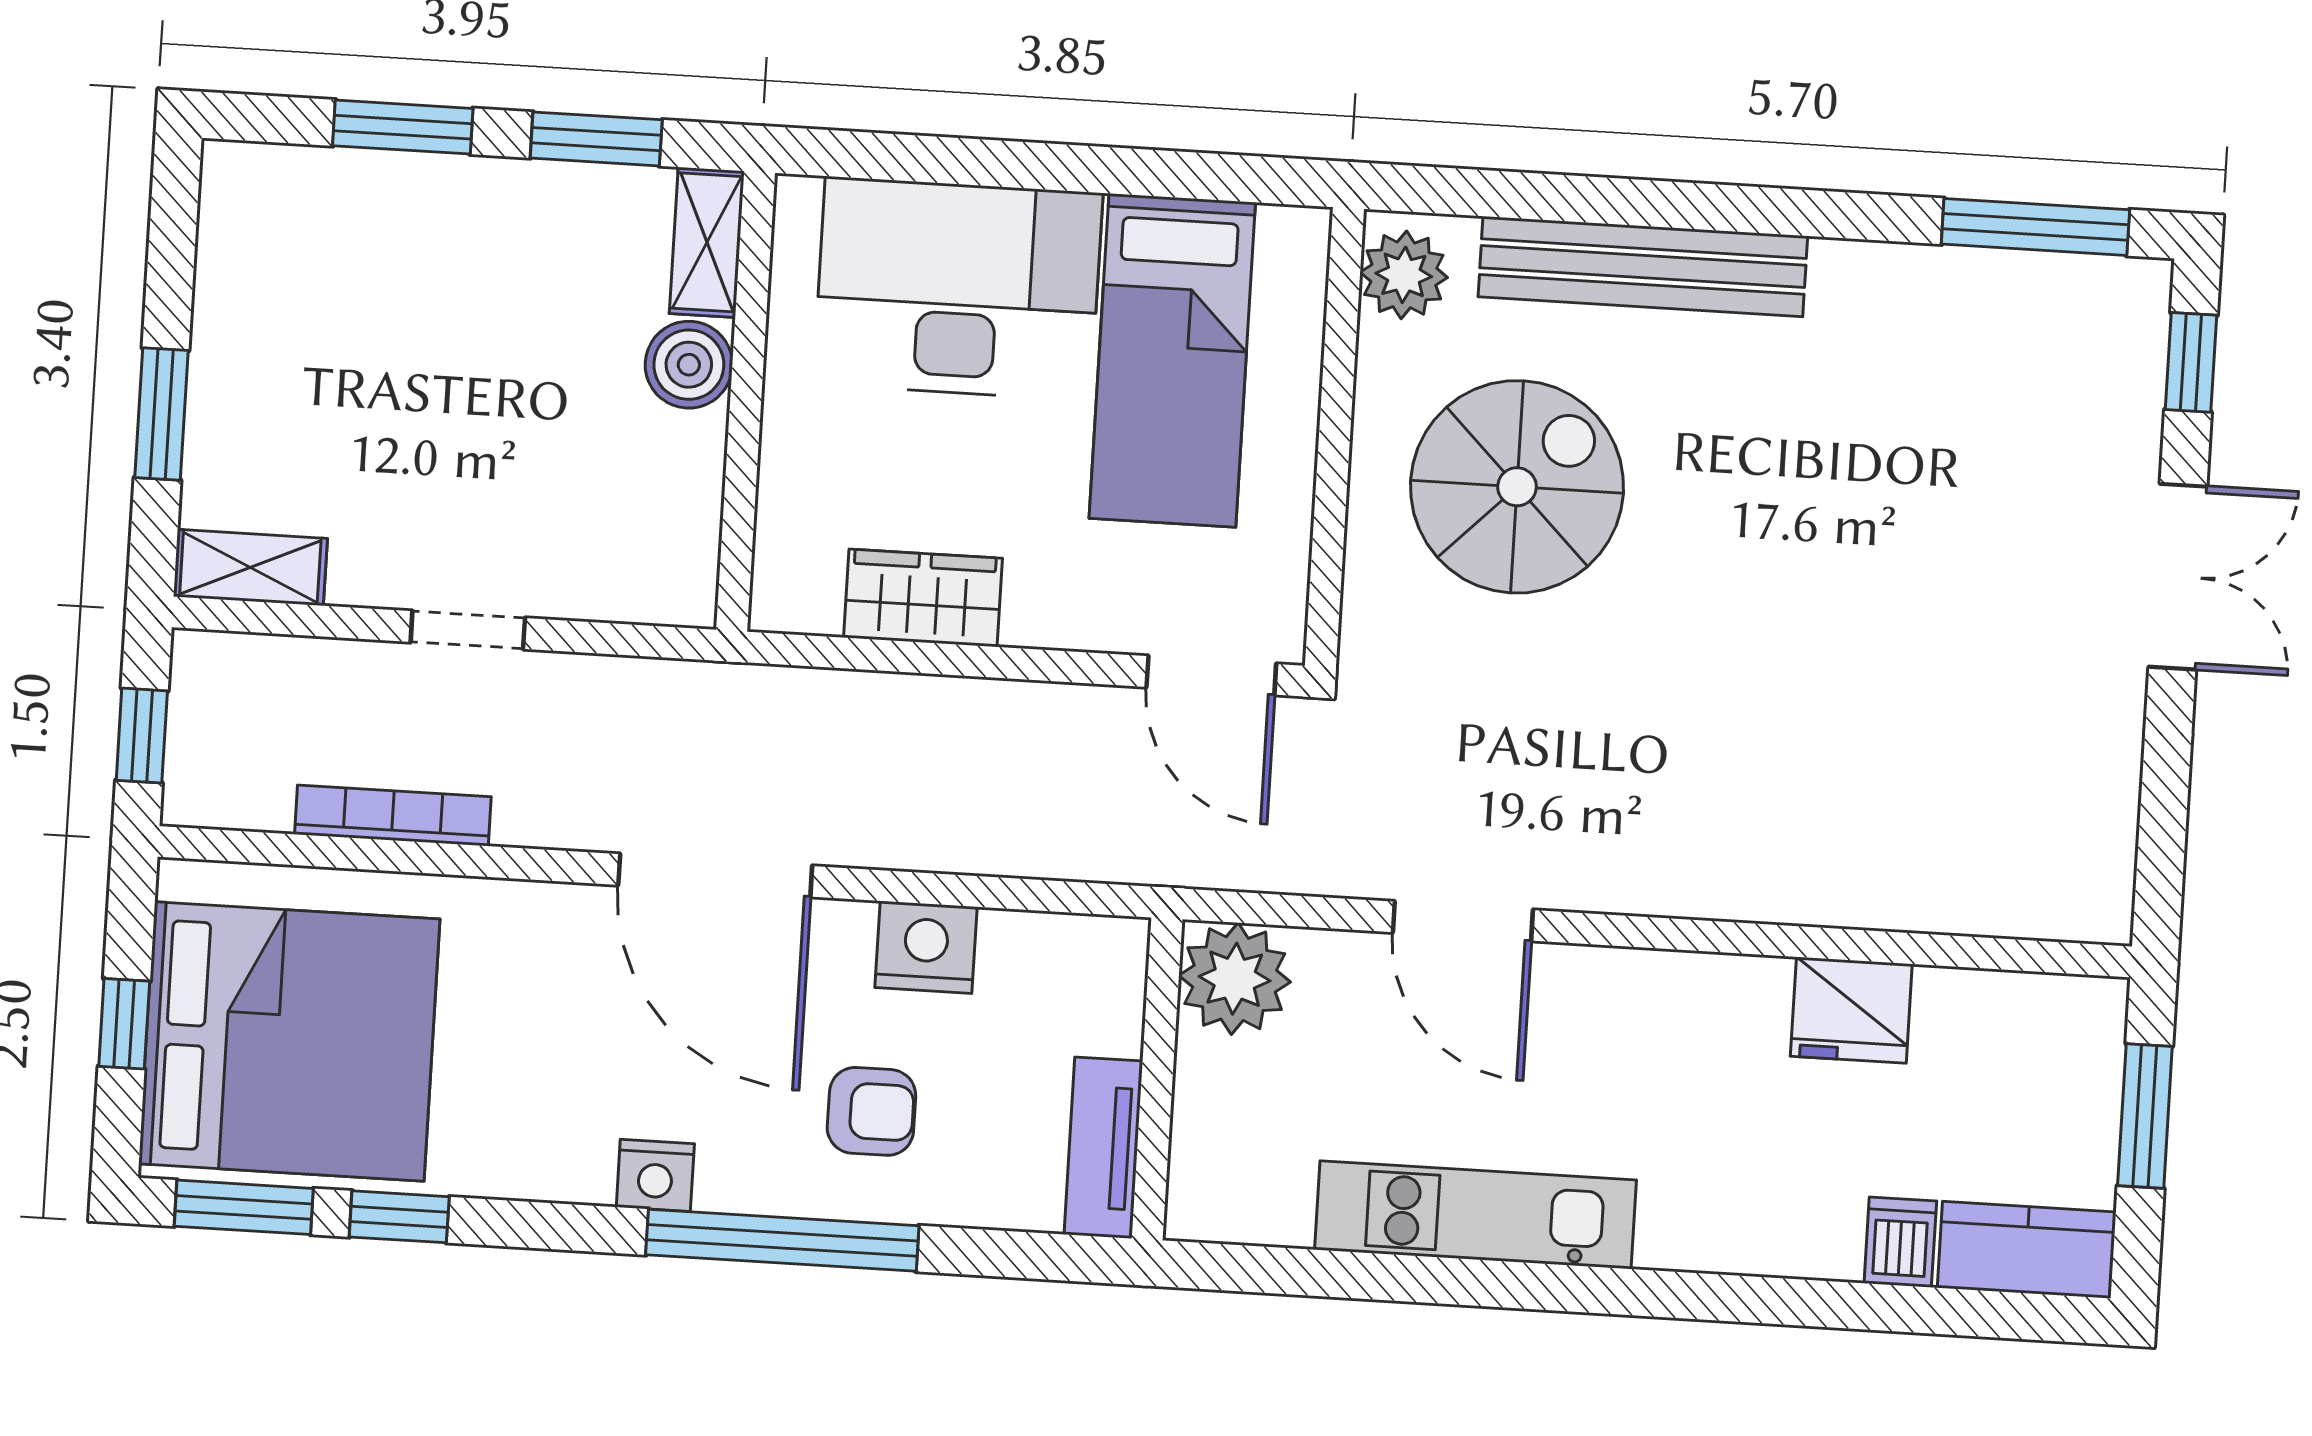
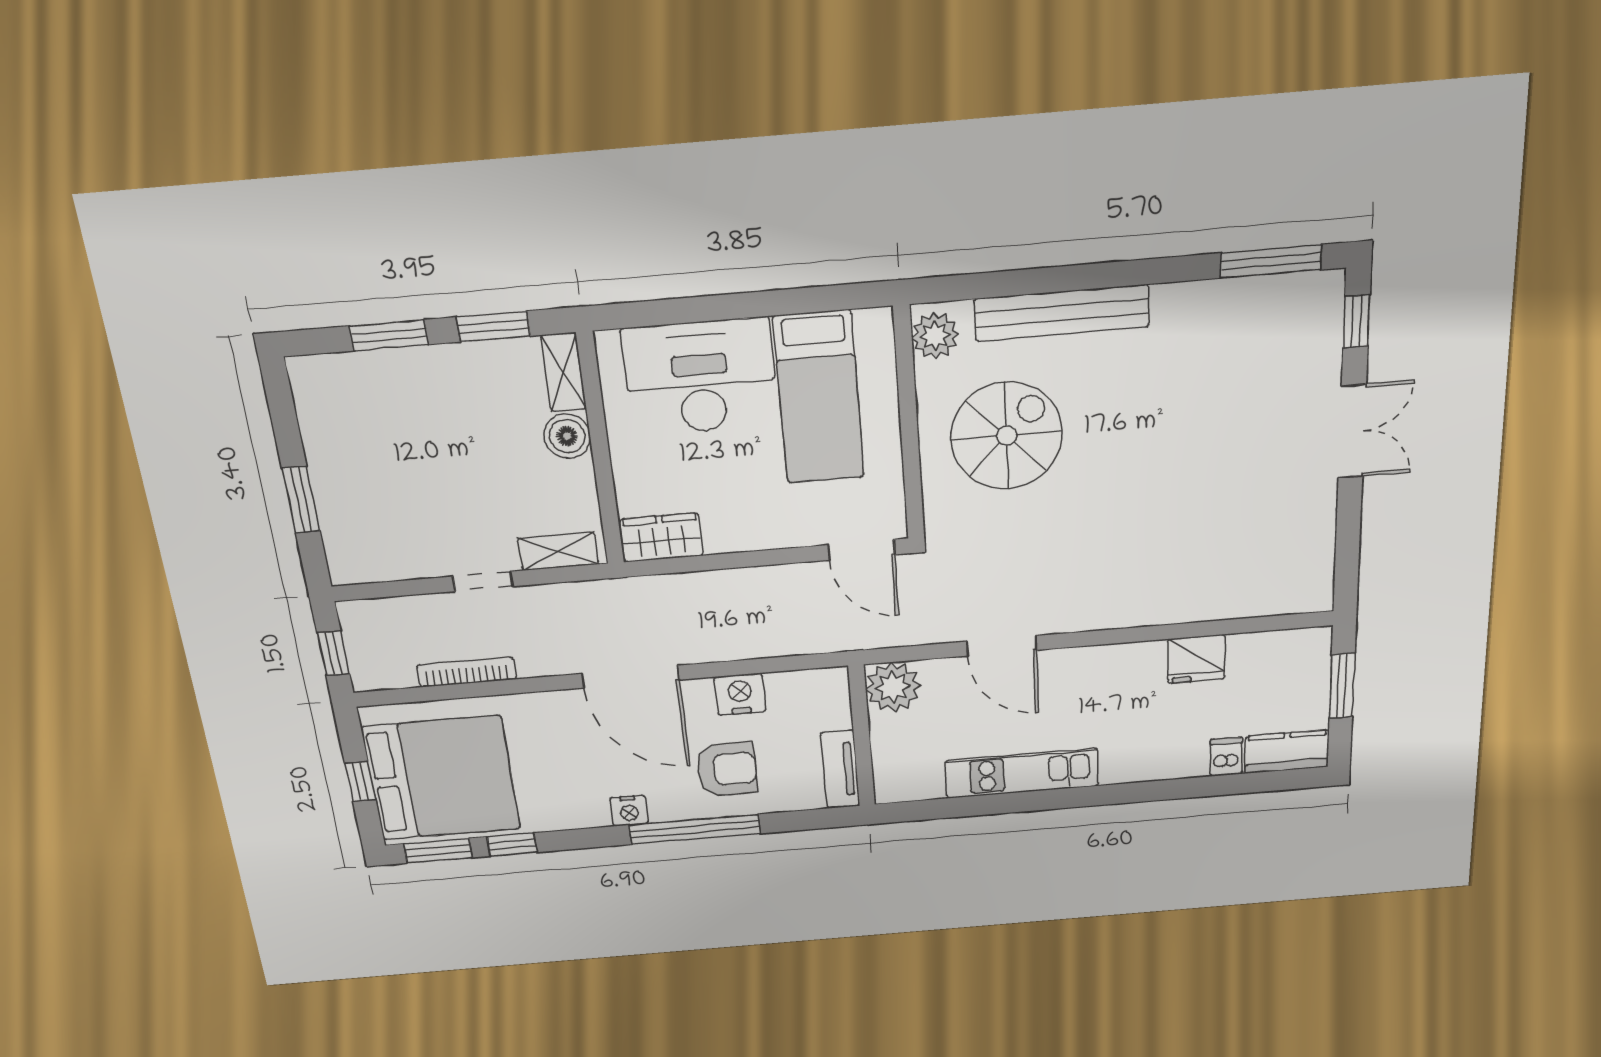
shelving: (250, 567) -> (558, 551), moved
wardrobe: (923, 598) -> (661, 537), moved
armchair: (871, 1111) -> (727, 769), width x1.38, depth x1.38

